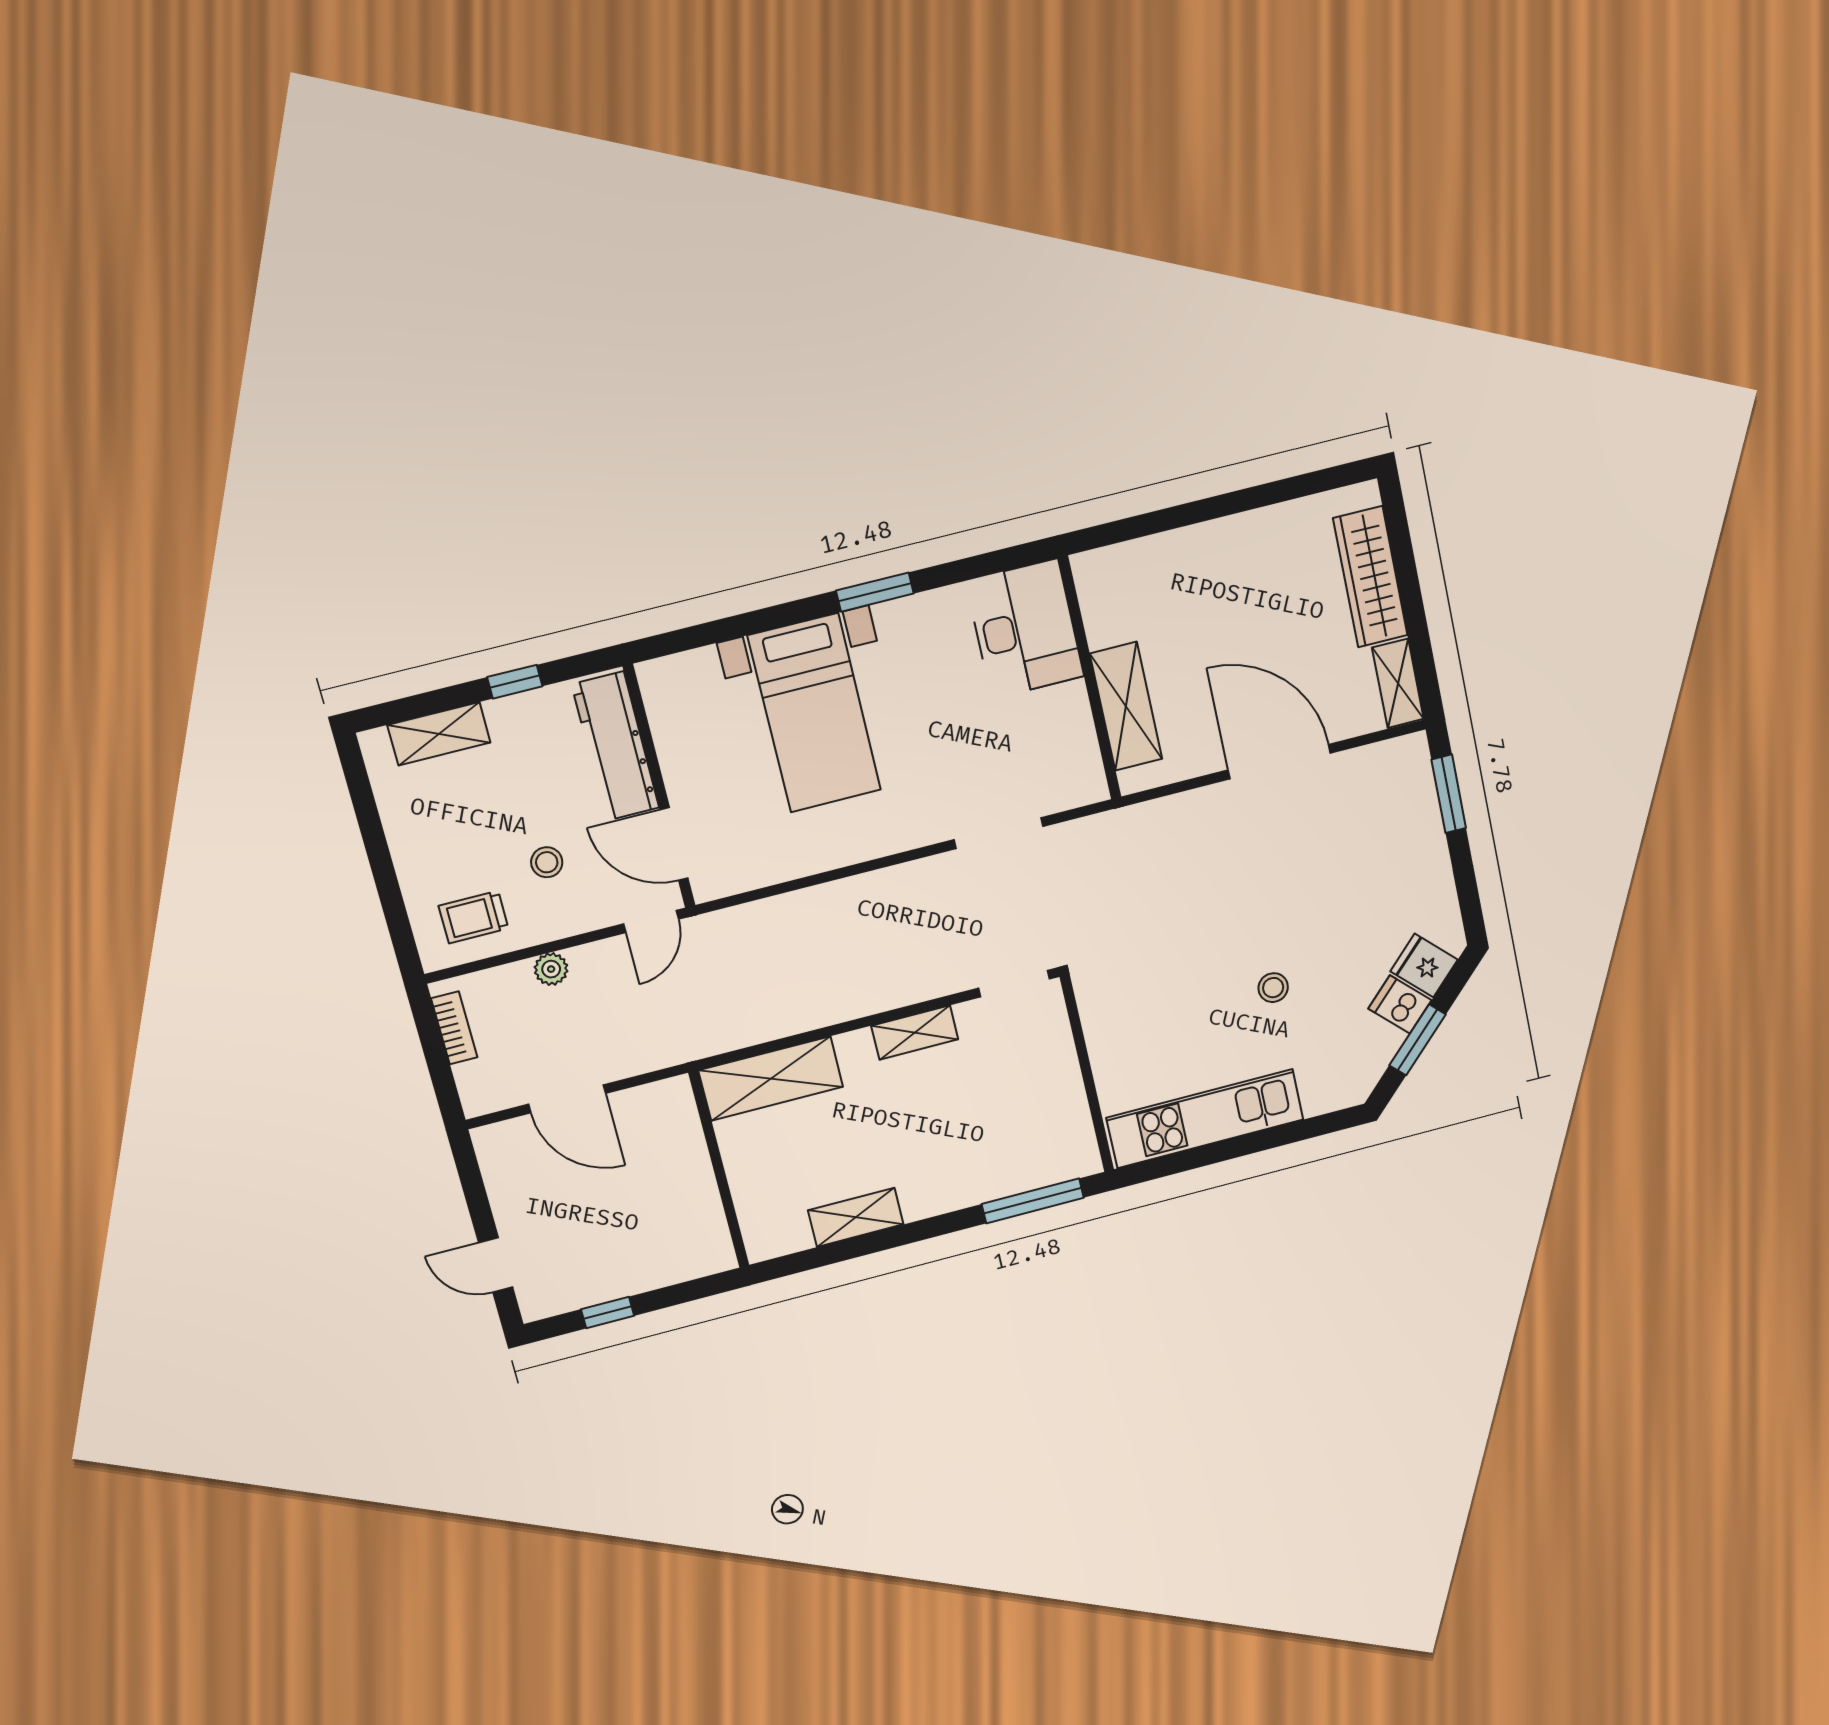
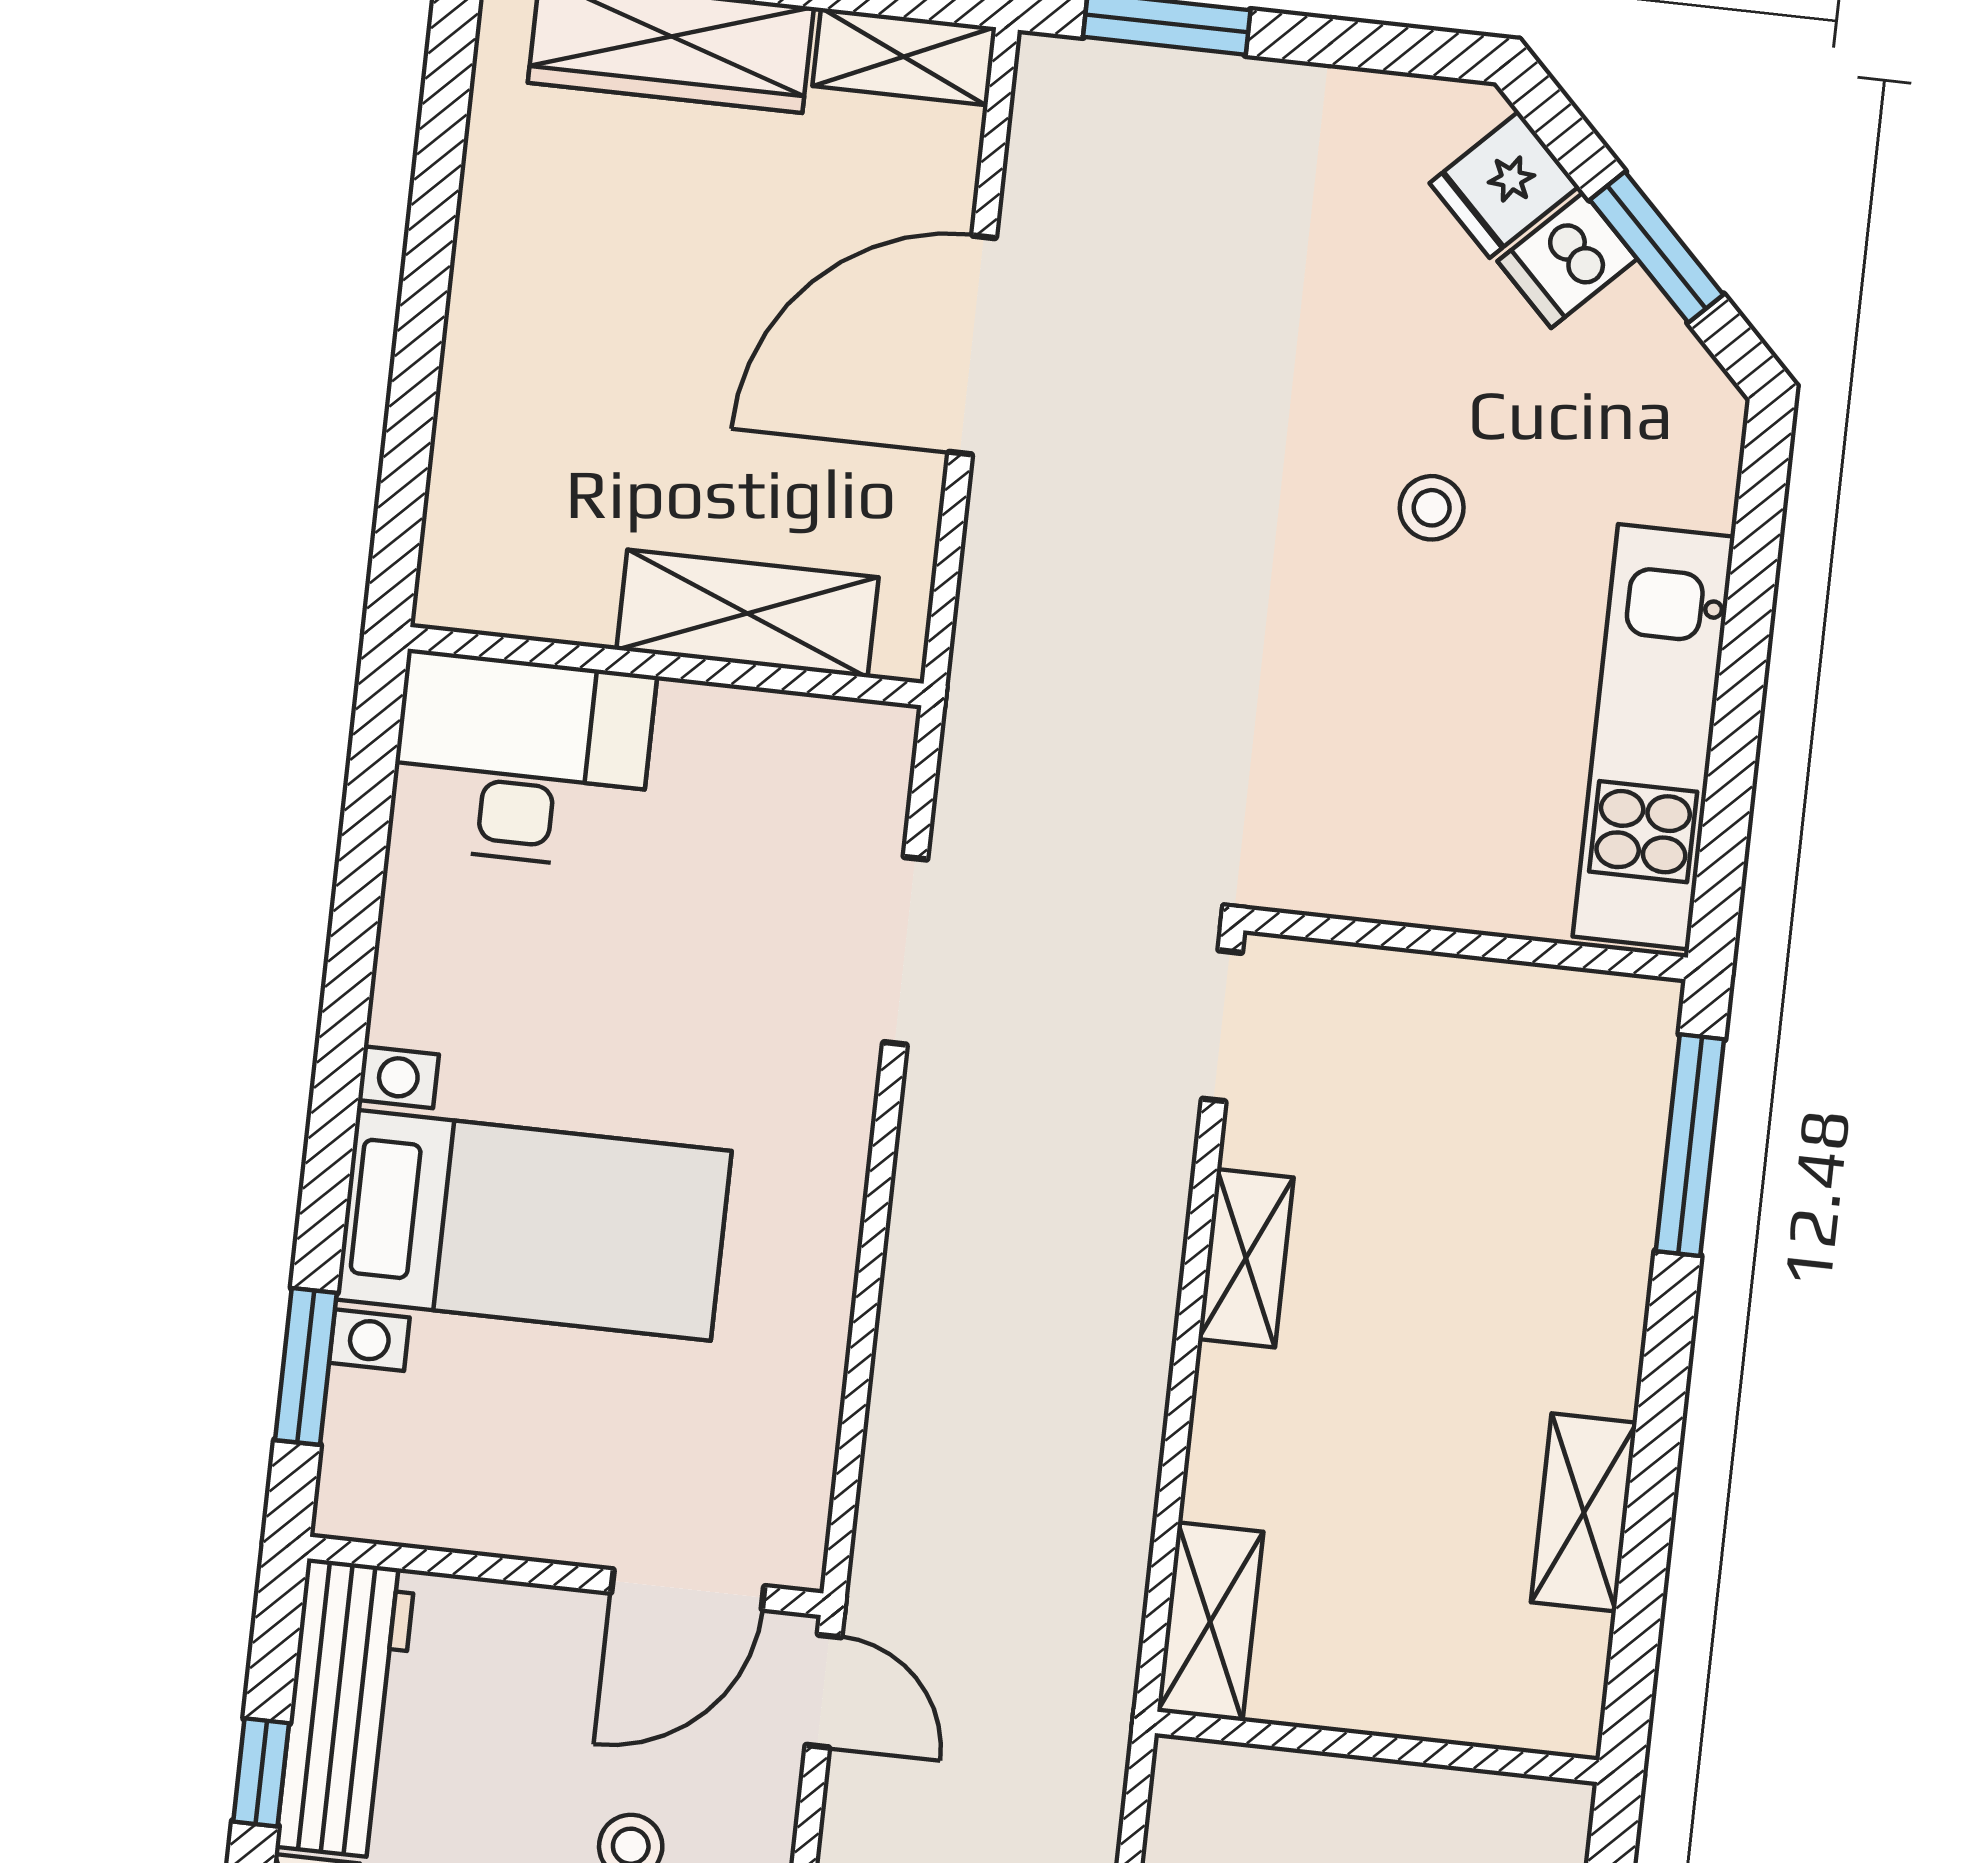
window: (875, 592) -> (306, 1366), moved
workbench: (616, 746) -> (346, 1709), moved, turned -90
shelving: (771, 1079) -> (1210, 1622), width x0.67, depth x0.75

